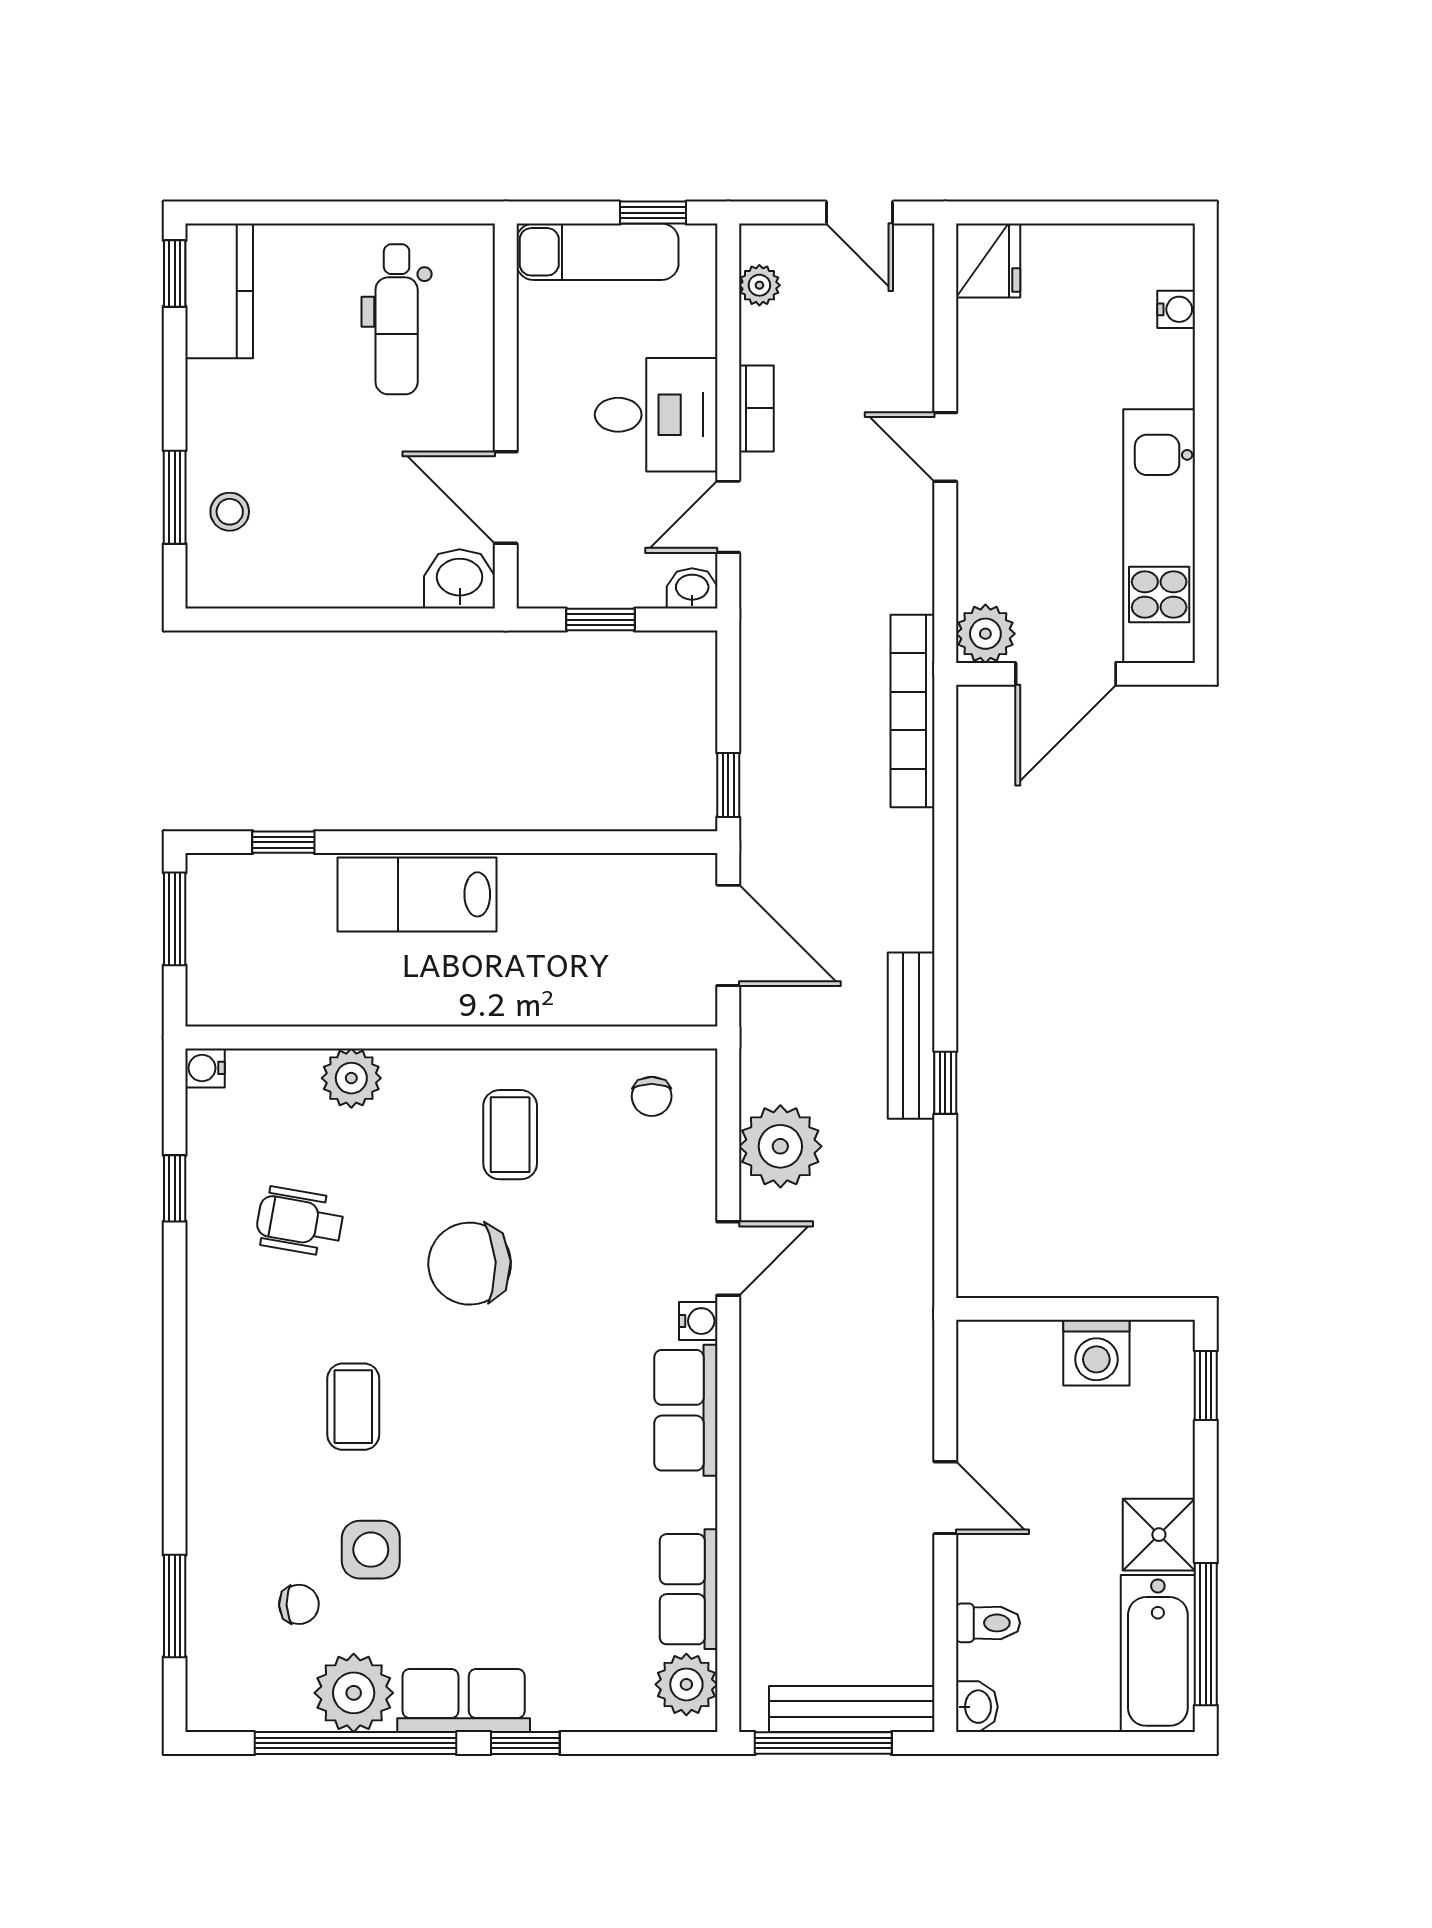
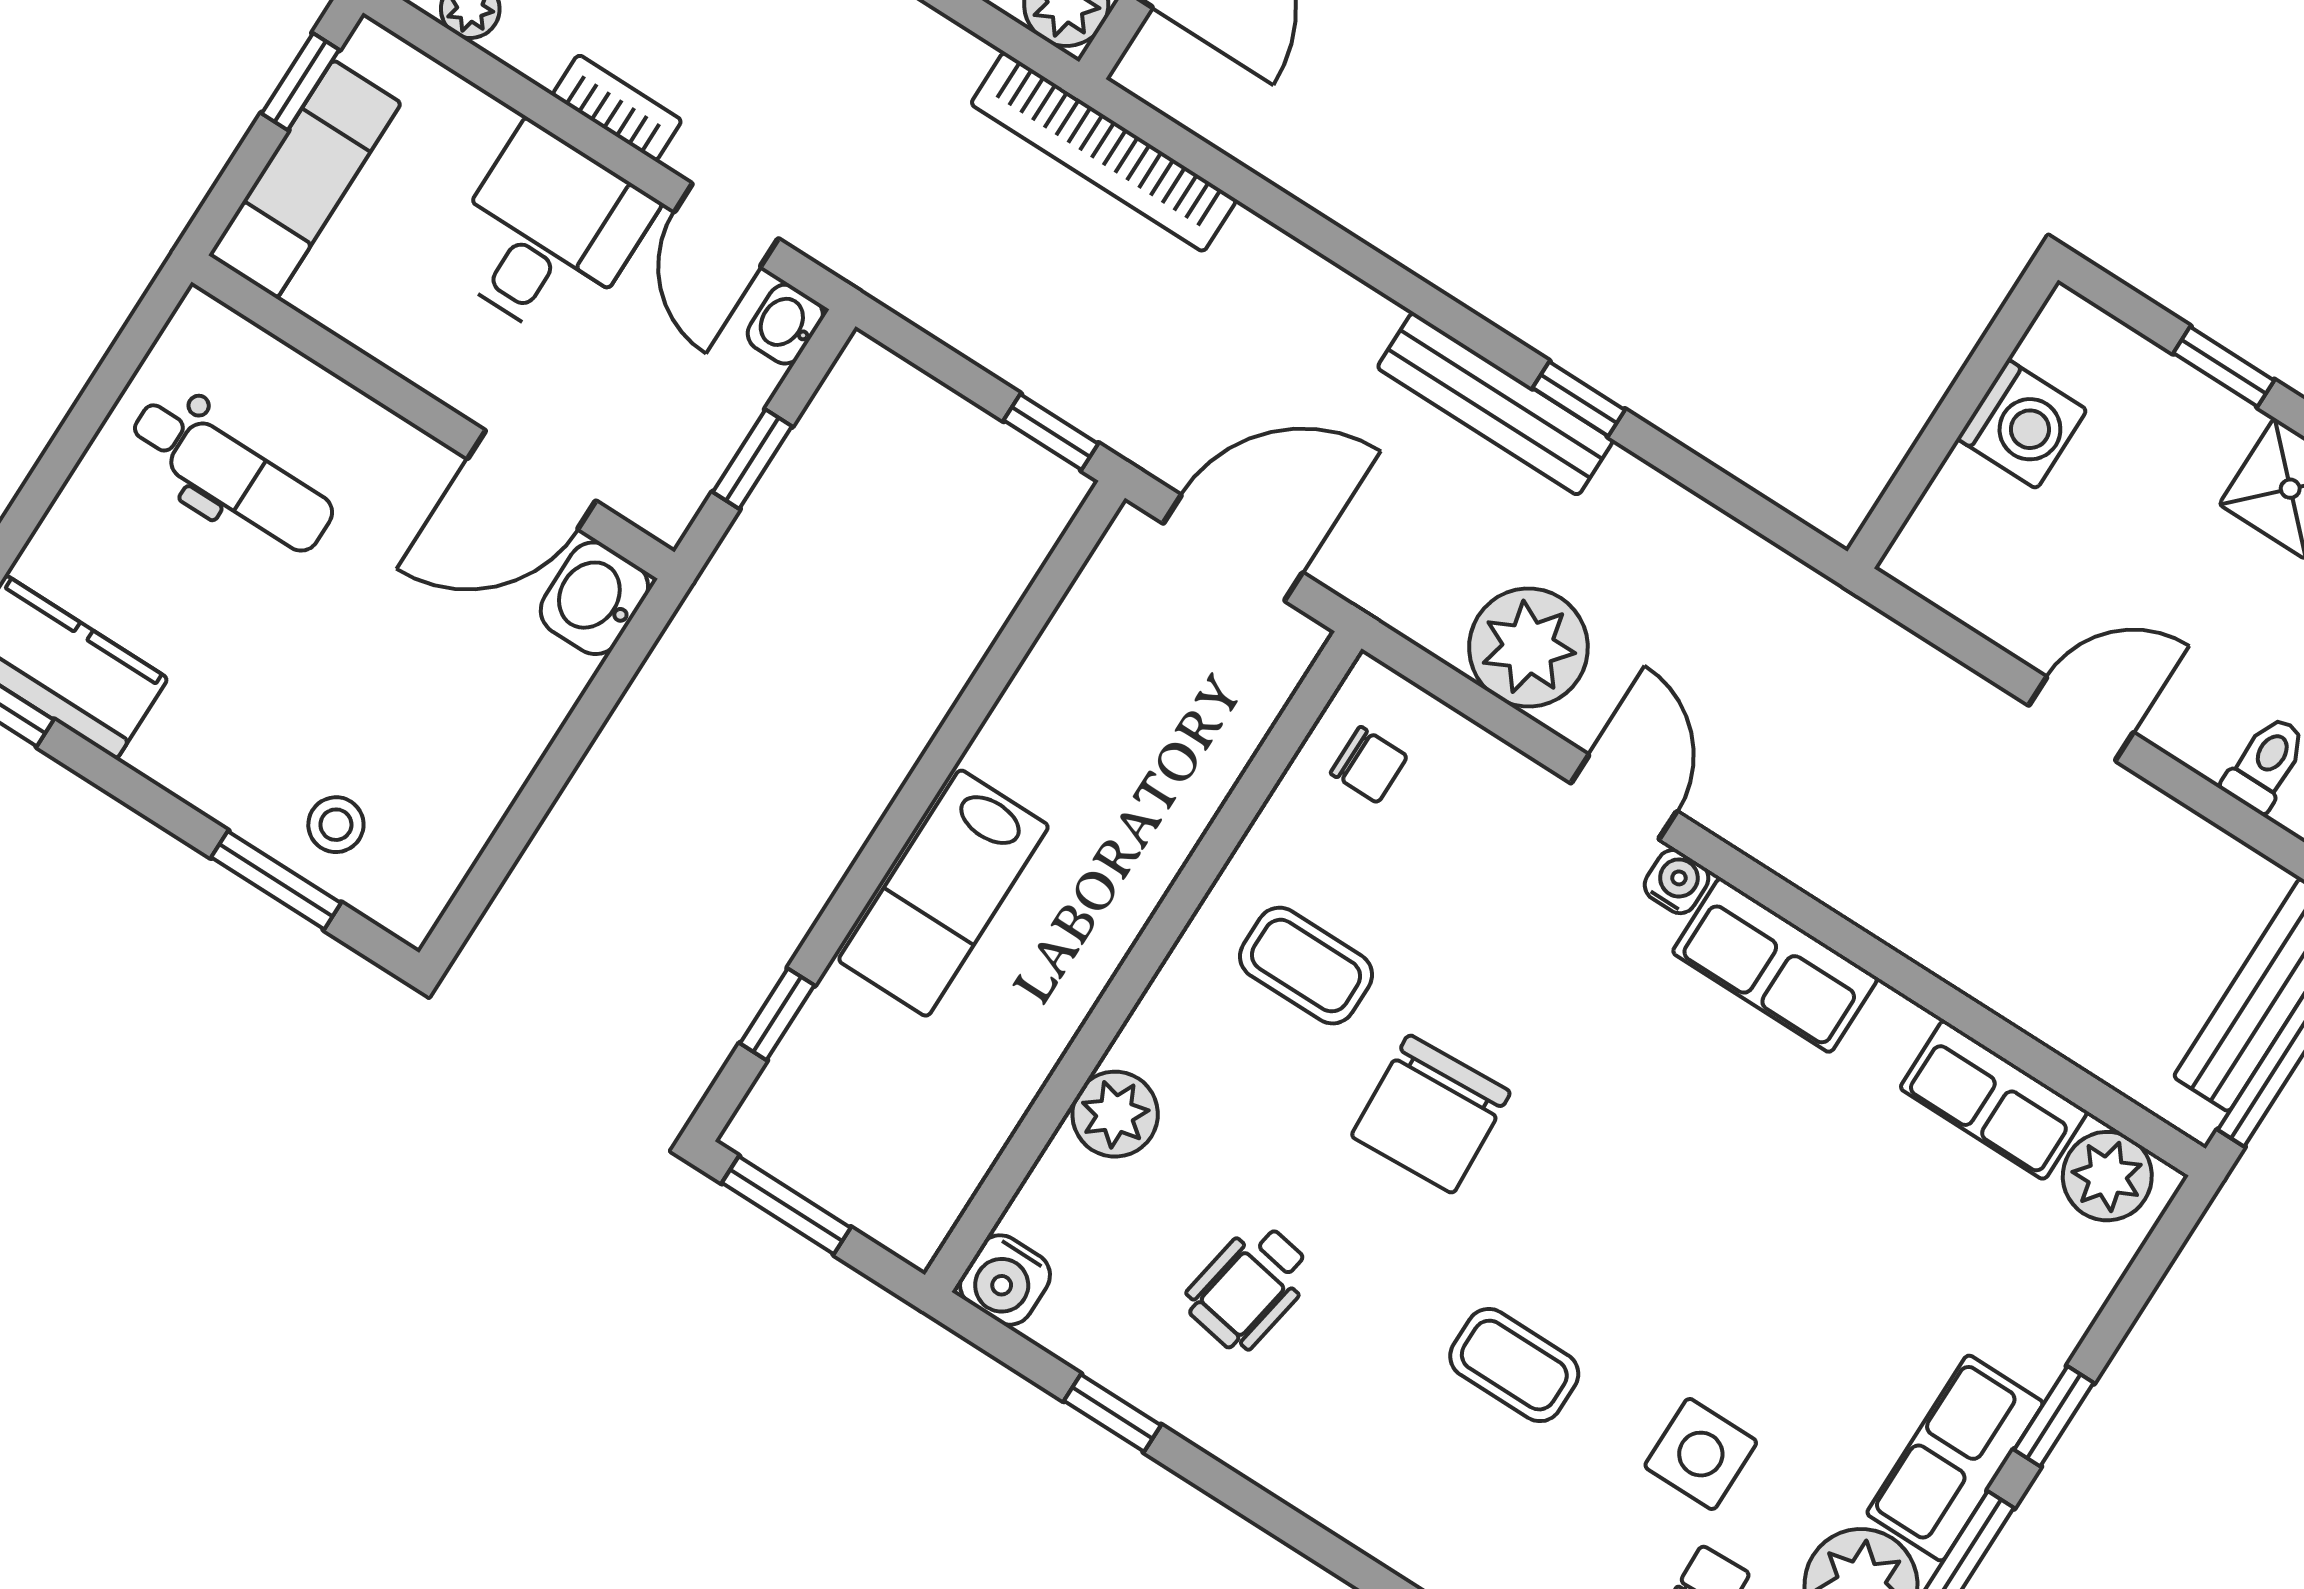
water cooler: (205, 1068) -> (1005, 1280), width x1.38, depth x1.38
window: (1206, 1385) -> (2224, 367), moved

